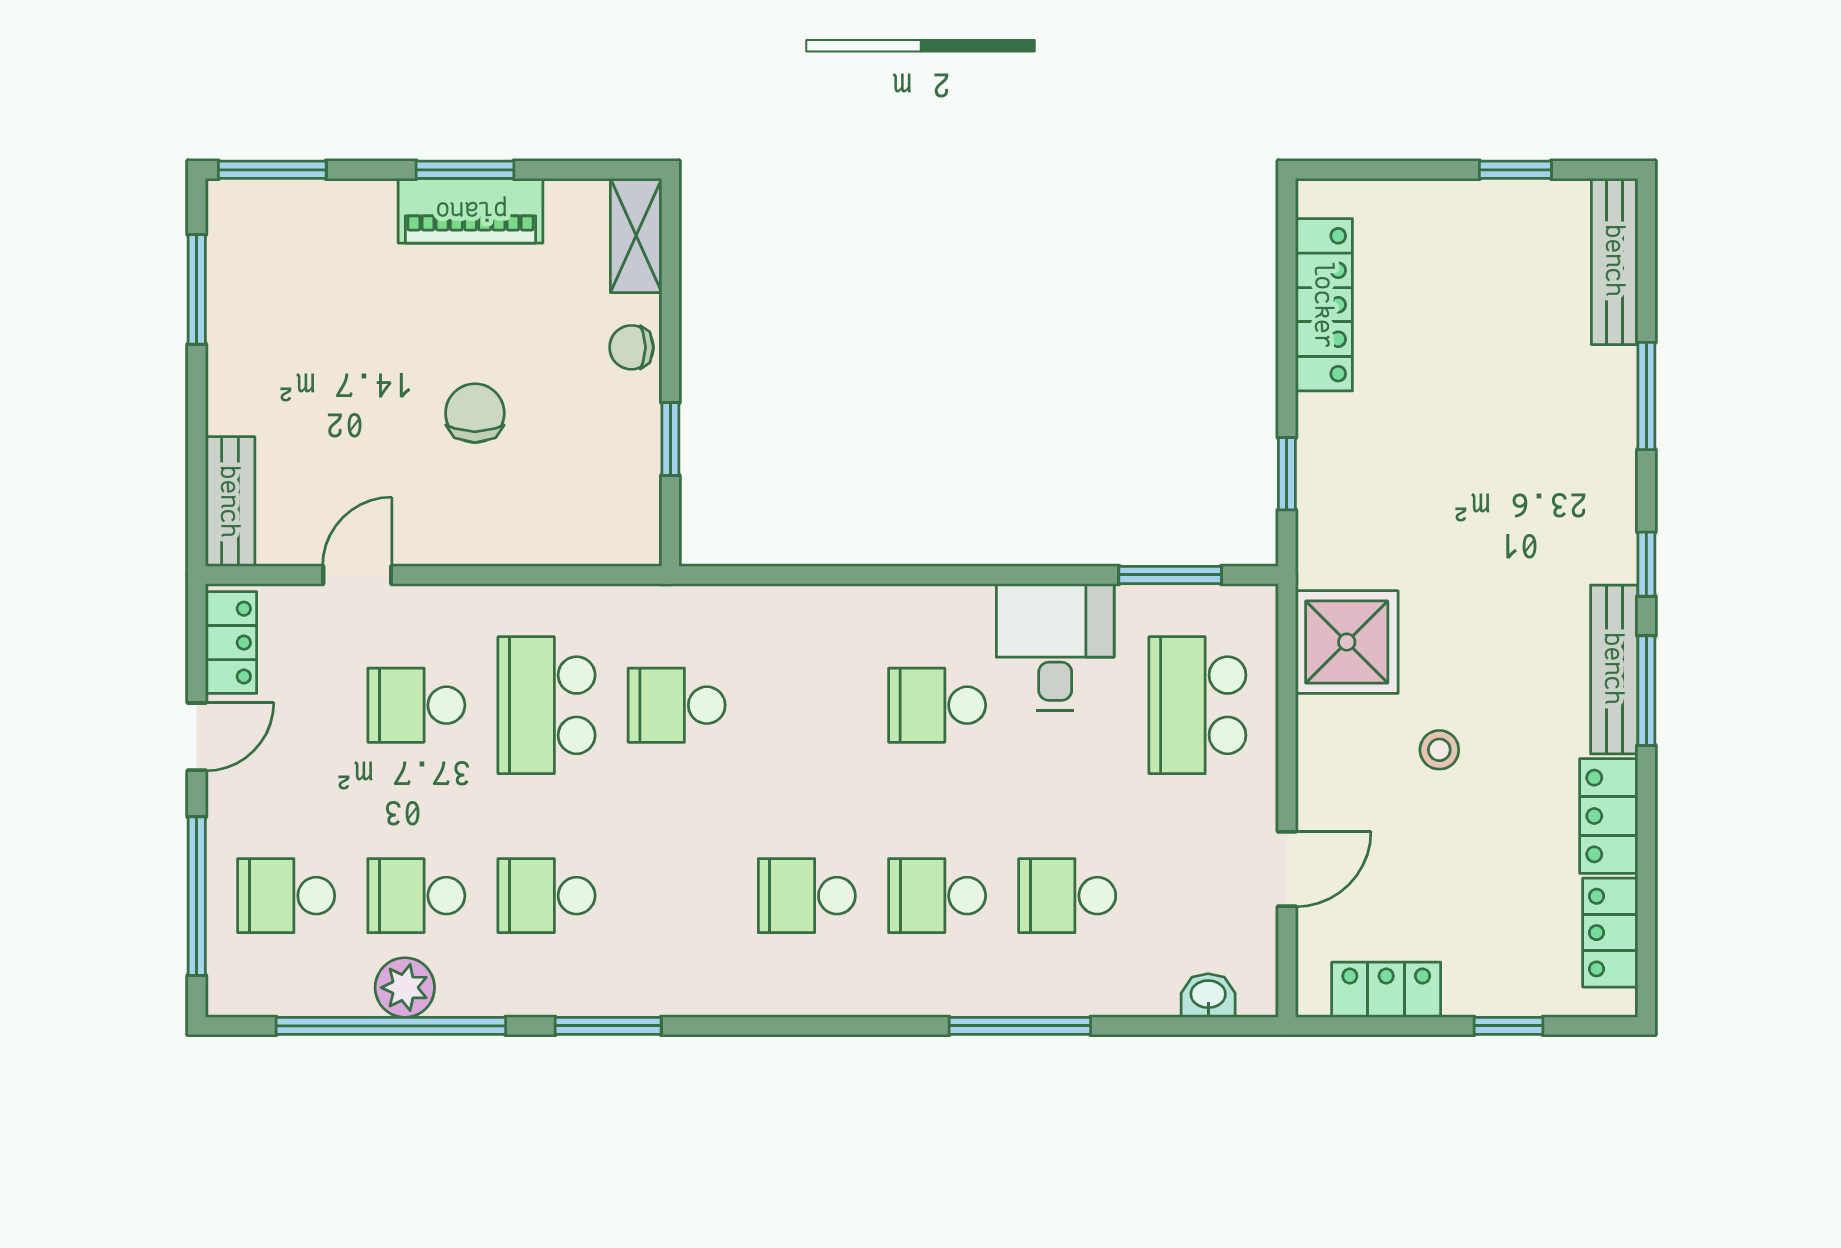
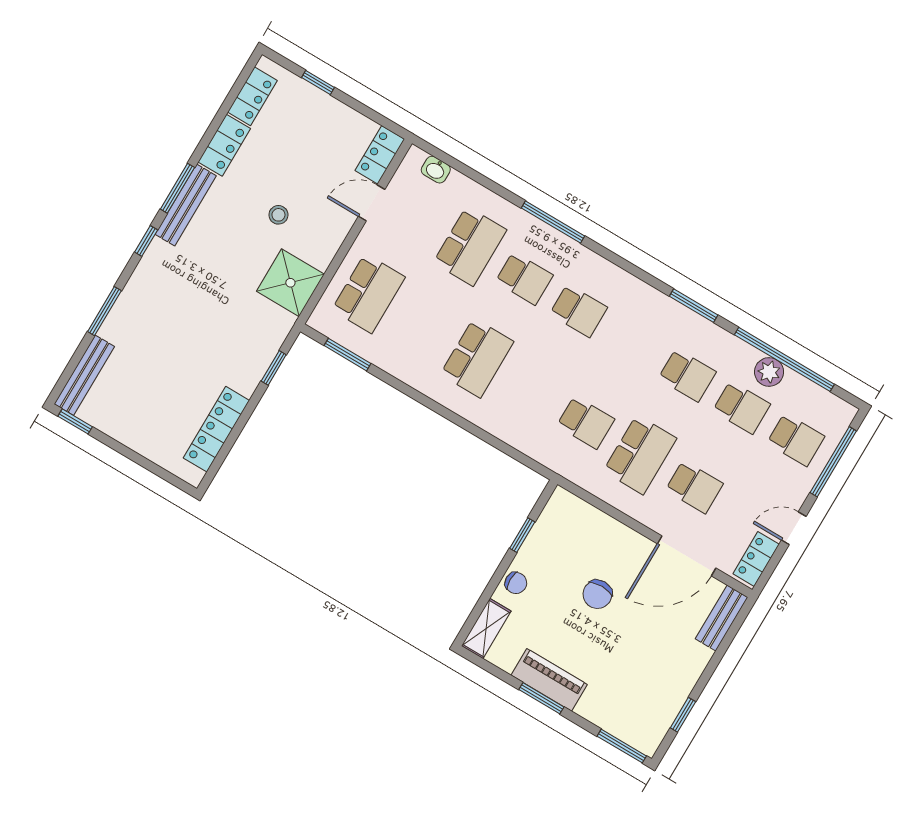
window: (1515, 170) -> (75, 421), moved
window: (197, 289) -> (683, 715), width x0.67
door: (357, 575) -> (687, 556), width x1.88
desk: (1055, 647) -> (413, 353), removed
school desk: (937, 705) -> (477, 358), width x1.85
school desk: (1067, 896) -> (470, 246), width x1.85
locker: (1386, 990) -> (380, 155), moved, turned 90
window: (1020, 1026) -> (553, 222), moved

